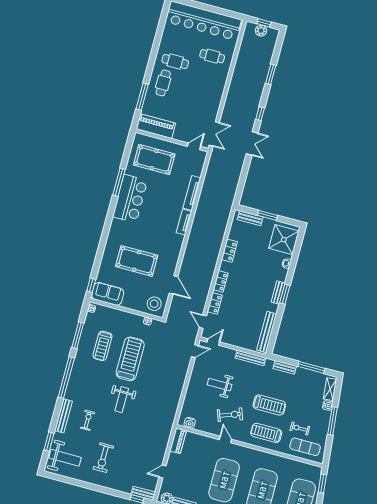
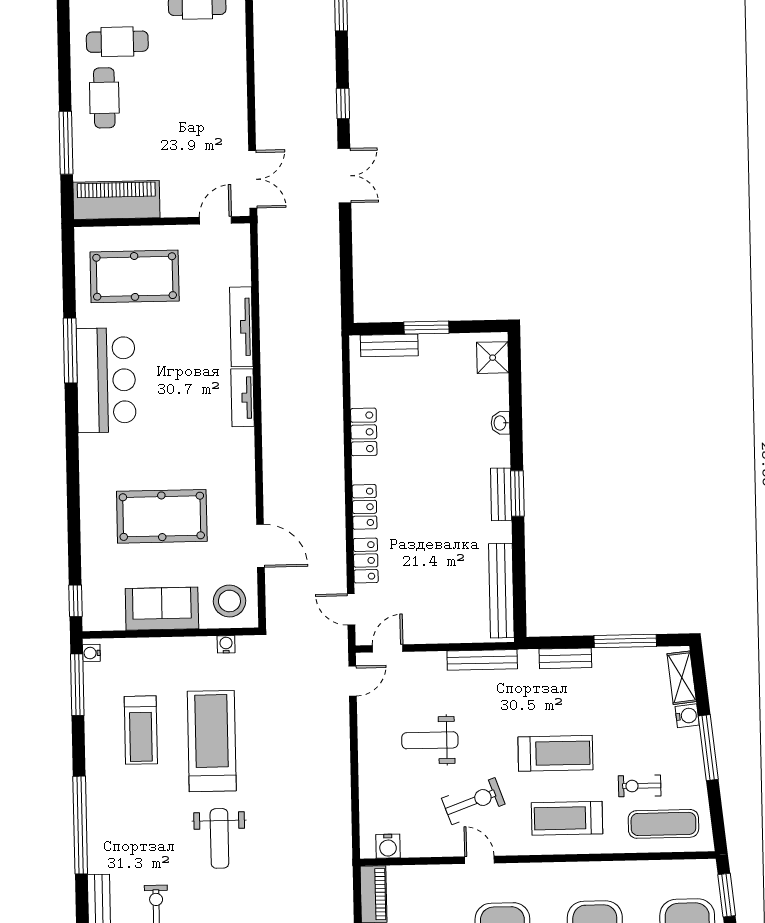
shower: (284, 240) -> (493, 358), width x0.54, depth x0.54
sofa: (108, 294) -> (162, 609), moved
window: (78, 335) -> (77, 685), moved

